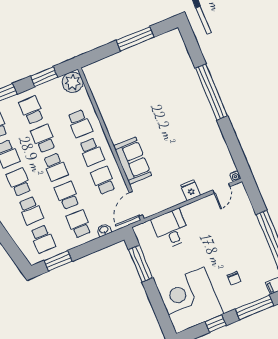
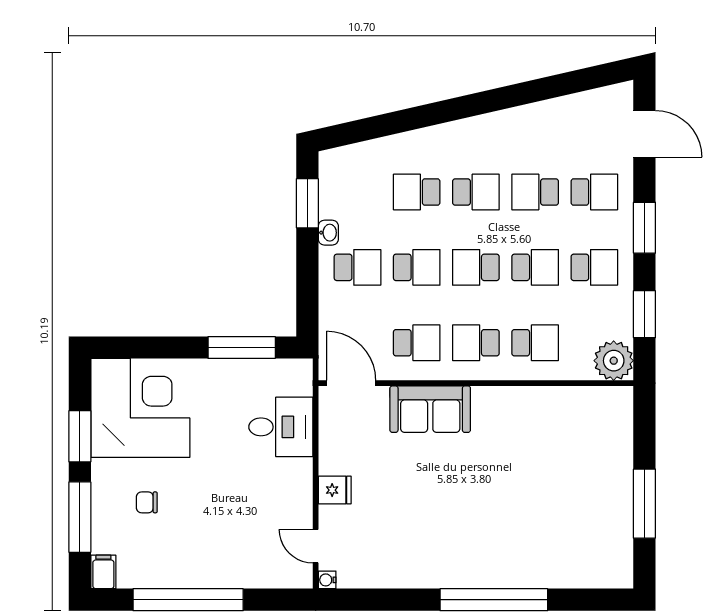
school desk: (80, 124) -> (535, 343), turned 180
washbasin: (104, 230) -> (328, 233), moved
school desk: (43, 239) -> (357, 192), removed
window: (216, 324) -> (80, 436), width x1.50

